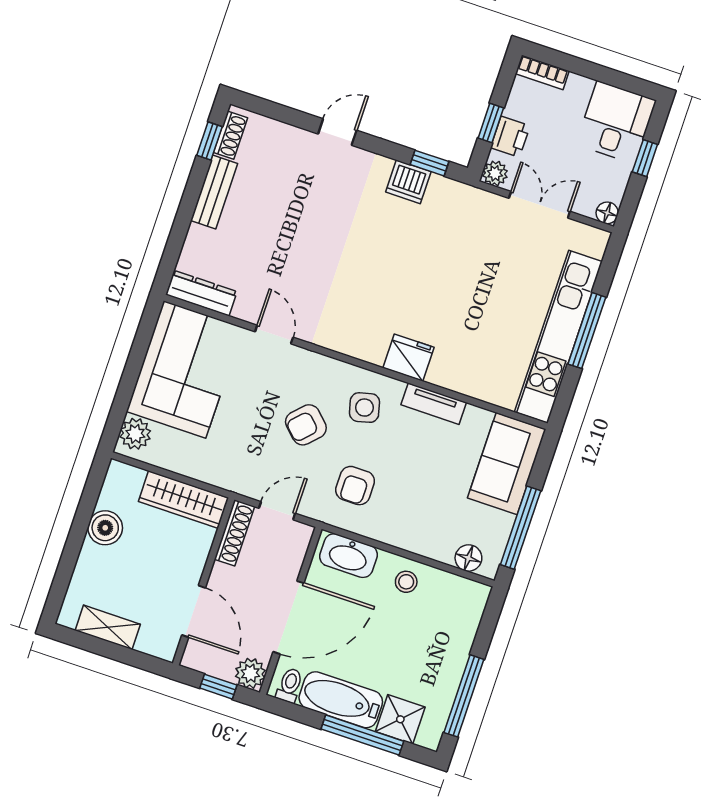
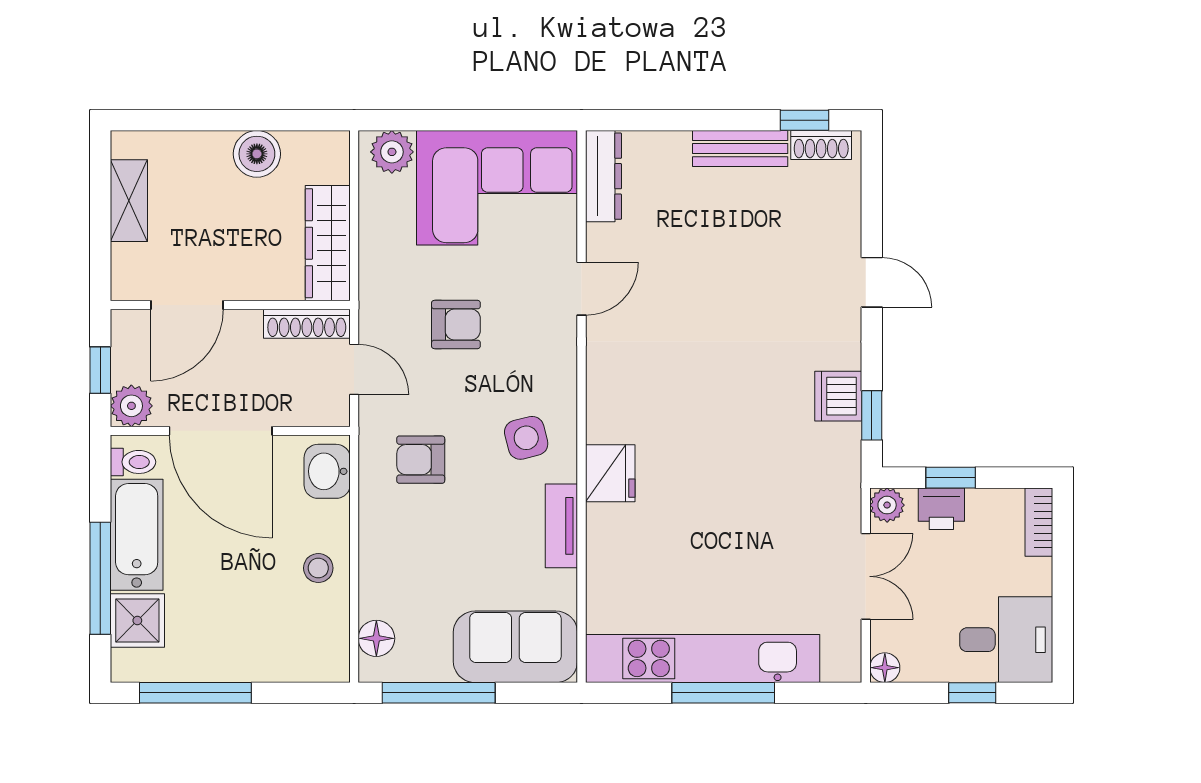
armchair: (306, 425) -> (456, 325), moved, turned 136
washbasin: (349, 556) -> (327, 471), width x0.72

